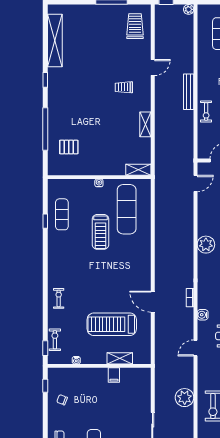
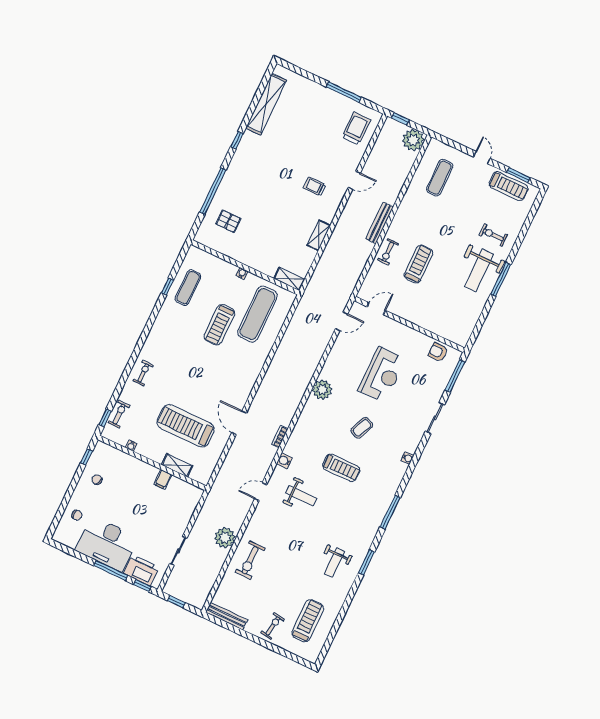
plant: (189, 9) -> (413, 140), width x1.88, depth x1.88

